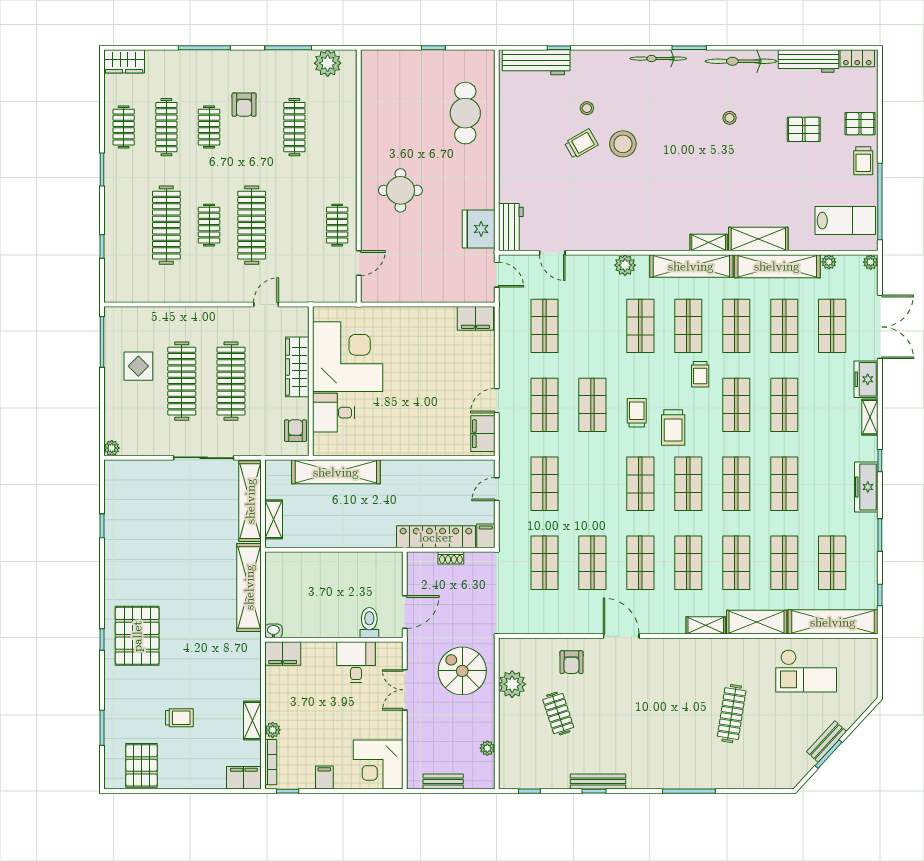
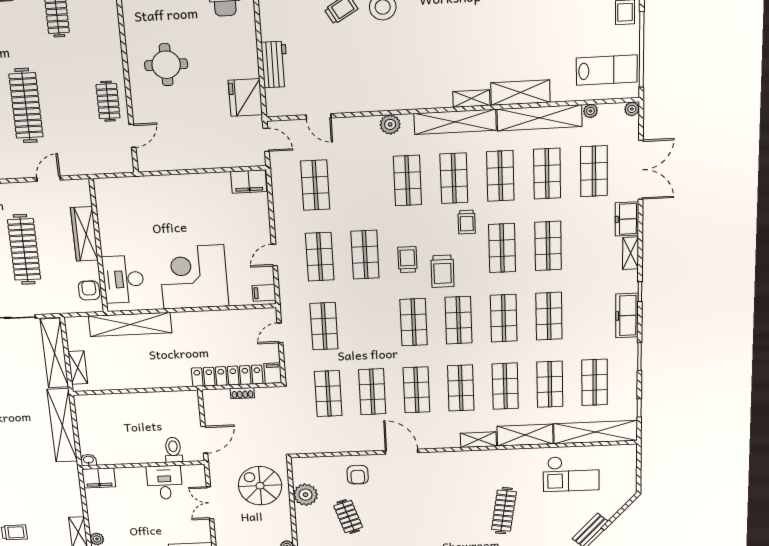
workbench: (511, 227) -> (275, 65), moved
corner desk: (348, 357) -> (194, 277), moved, turned -90
desk: (334, 413) -> (123, 279), width x1.37
filing cabinet: (483, 434) -> (264, 293), width x0.50

